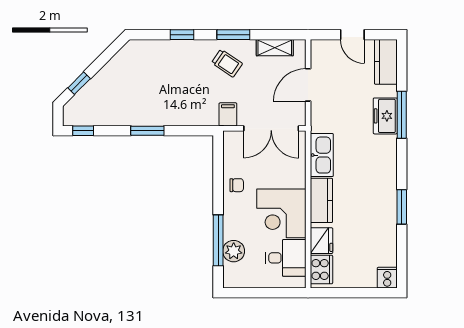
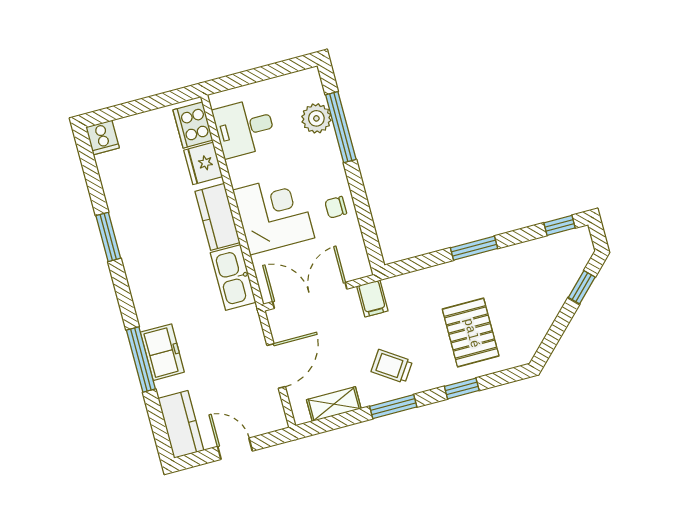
pallet: (165, 72) -> (471, 333), added
corner desk: (281, 213) -> (274, 214), moved

